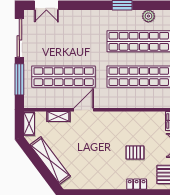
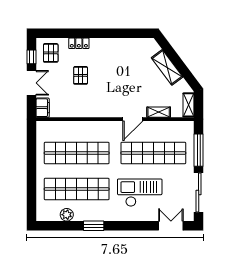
checkout: (77, 38) -> (140, 193), added
pallet: (135, 153) -> (81, 75), turned 90
shelving: (50, 160) -> (167, 67), width x0.68

